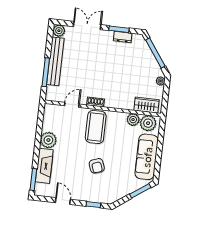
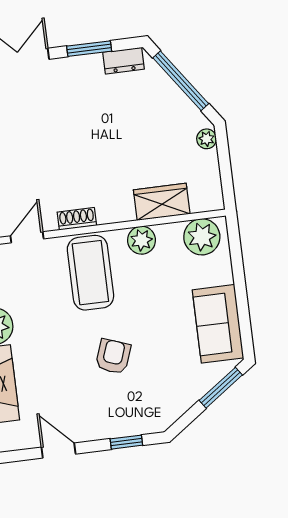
dresser: (123, 37) -> (123, 61), moved
wardrobe: (146, 105) -> (162, 202), moved
plant: (133, 120) -> (142, 240), moved
sofa: (147, 157) -> (218, 324), width x0.73
armchair: (97, 166) -> (113, 356), turned -140

